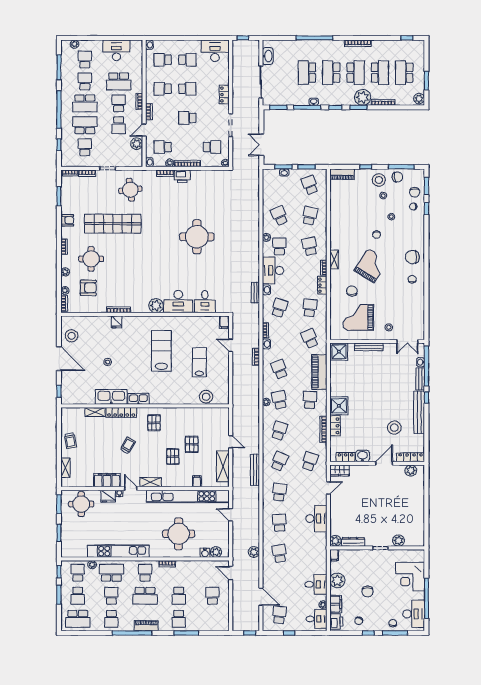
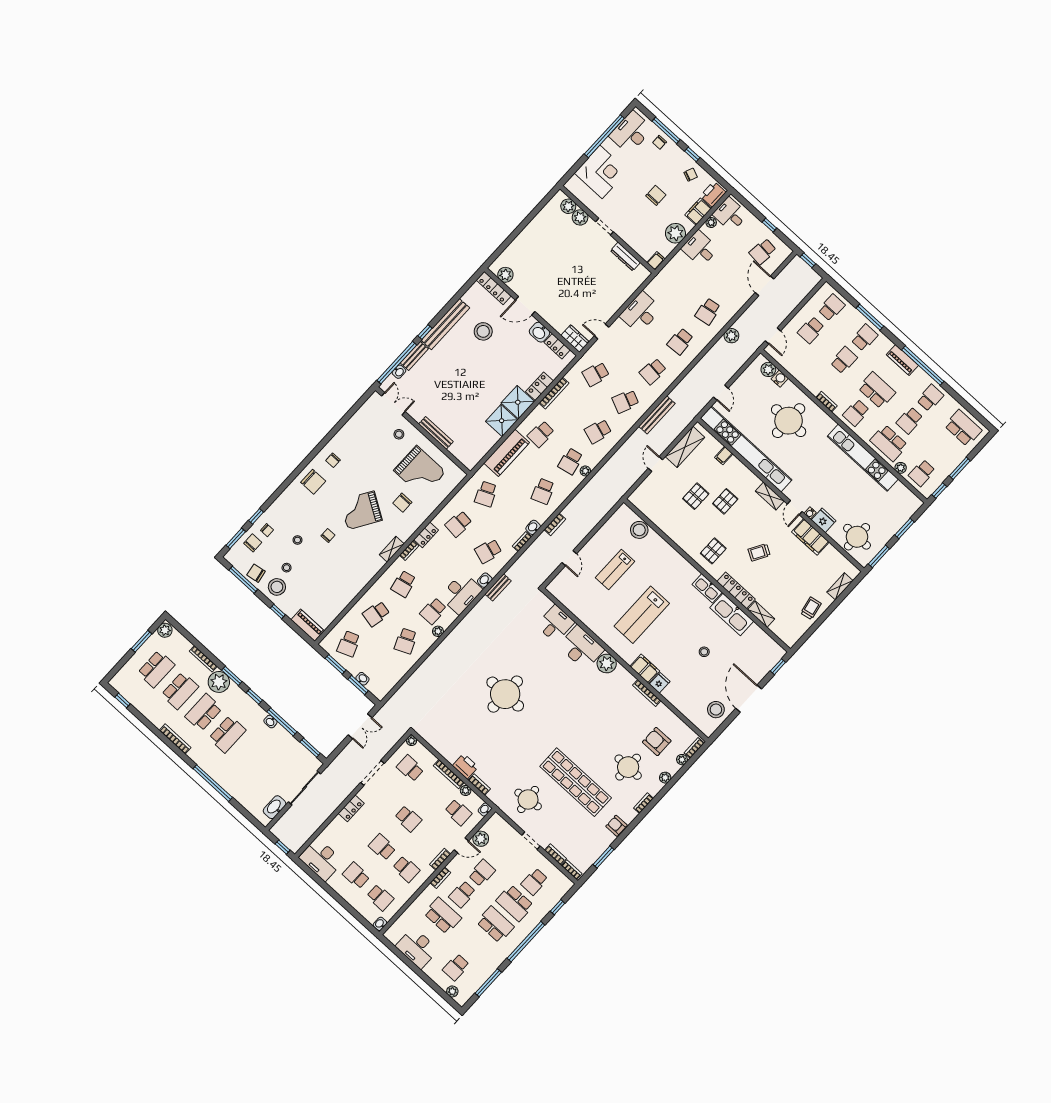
school desk: (307, 73) -> (251, 756), removed
school desk: (380, 73) -> (180, 691), turned 180
school desk: (85, 81) -> (476, 946), removed
filing cabinet: (224, 322) -> (645, 669), moved, width x2.00
shower: (339, 352) -> (502, 421), moved
plant: (335, 541) -> (568, 206), moved
school desk: (78, 596) -> (832, 308), moved

